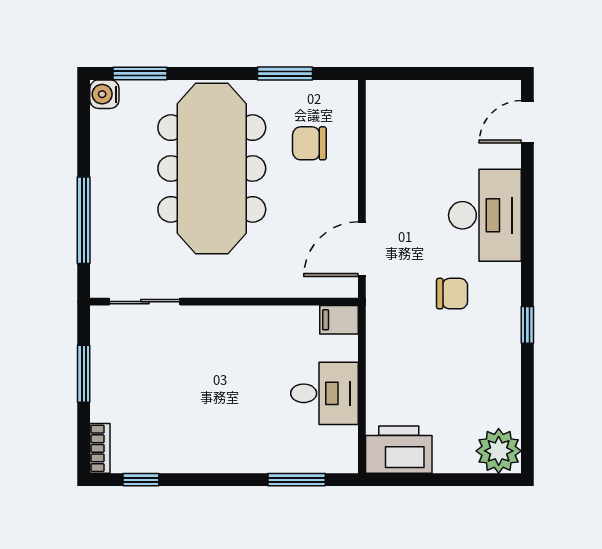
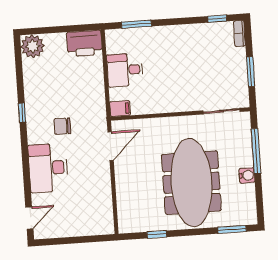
window: (285, 73) -> (157, 234), width x0.67
water cooler: (104, 94) -> (247, 175), moved
chair: (309, 143) -> (142, 199), removed

